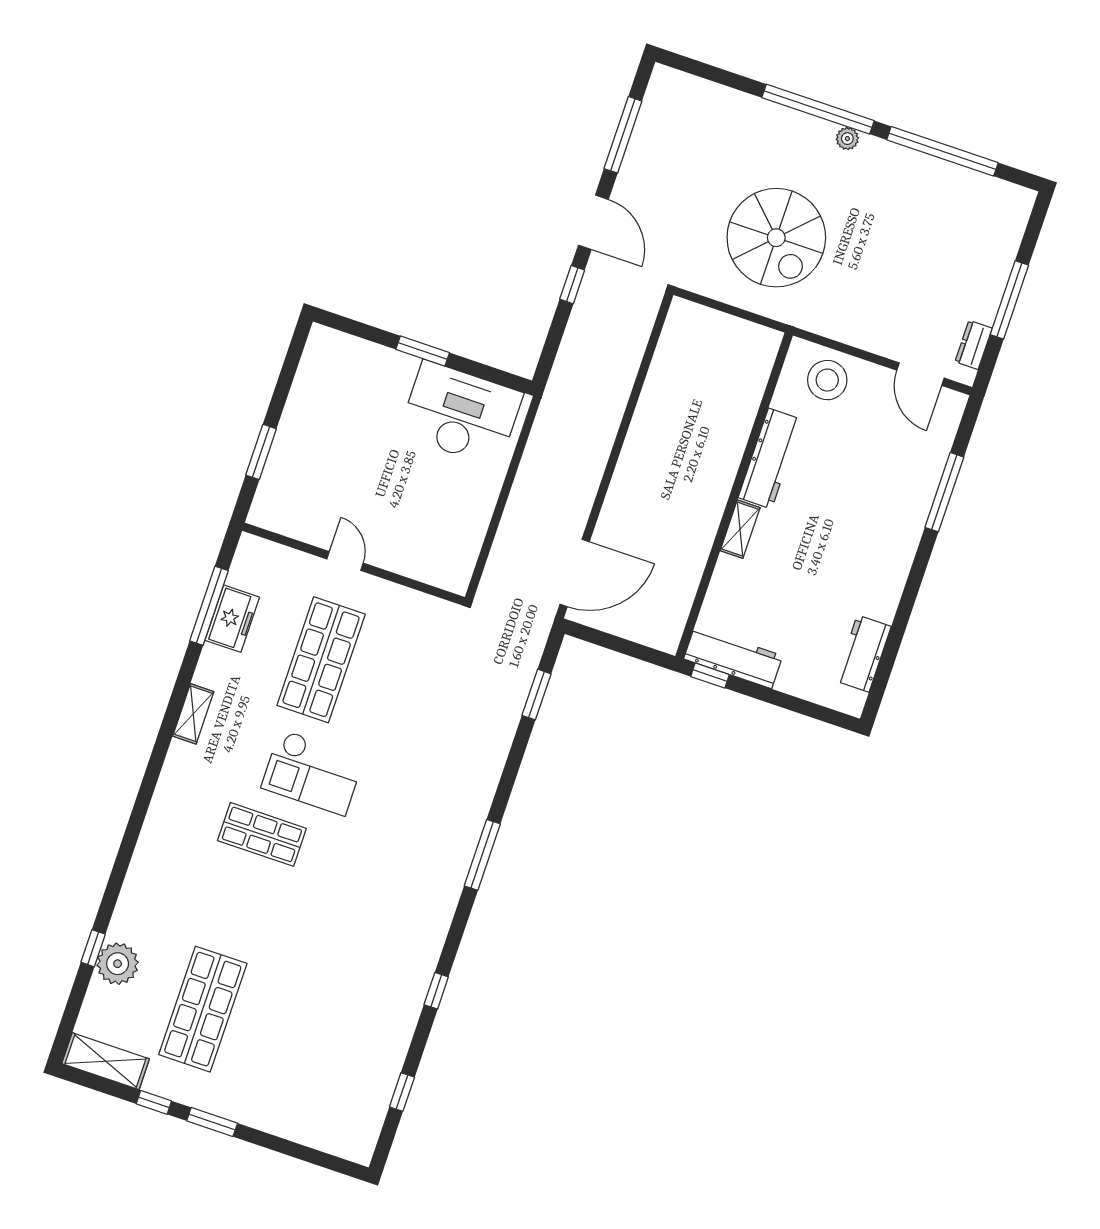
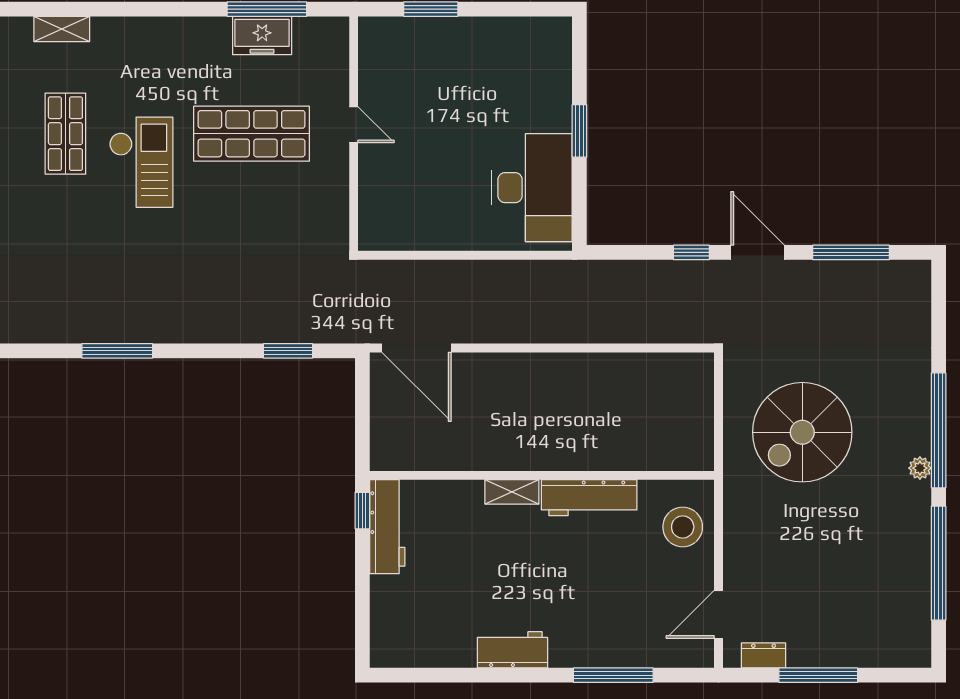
door: (593, 222) -> (758, 252), swing flipped
door: (345, 561) -> (354, 125), hinge flipped
workbench: (863, 654) -> (513, 650), moved
shelving: (193, 714) -> (62, 29), moved
checkout: (313, 772) -> (141, 162), turned 180

